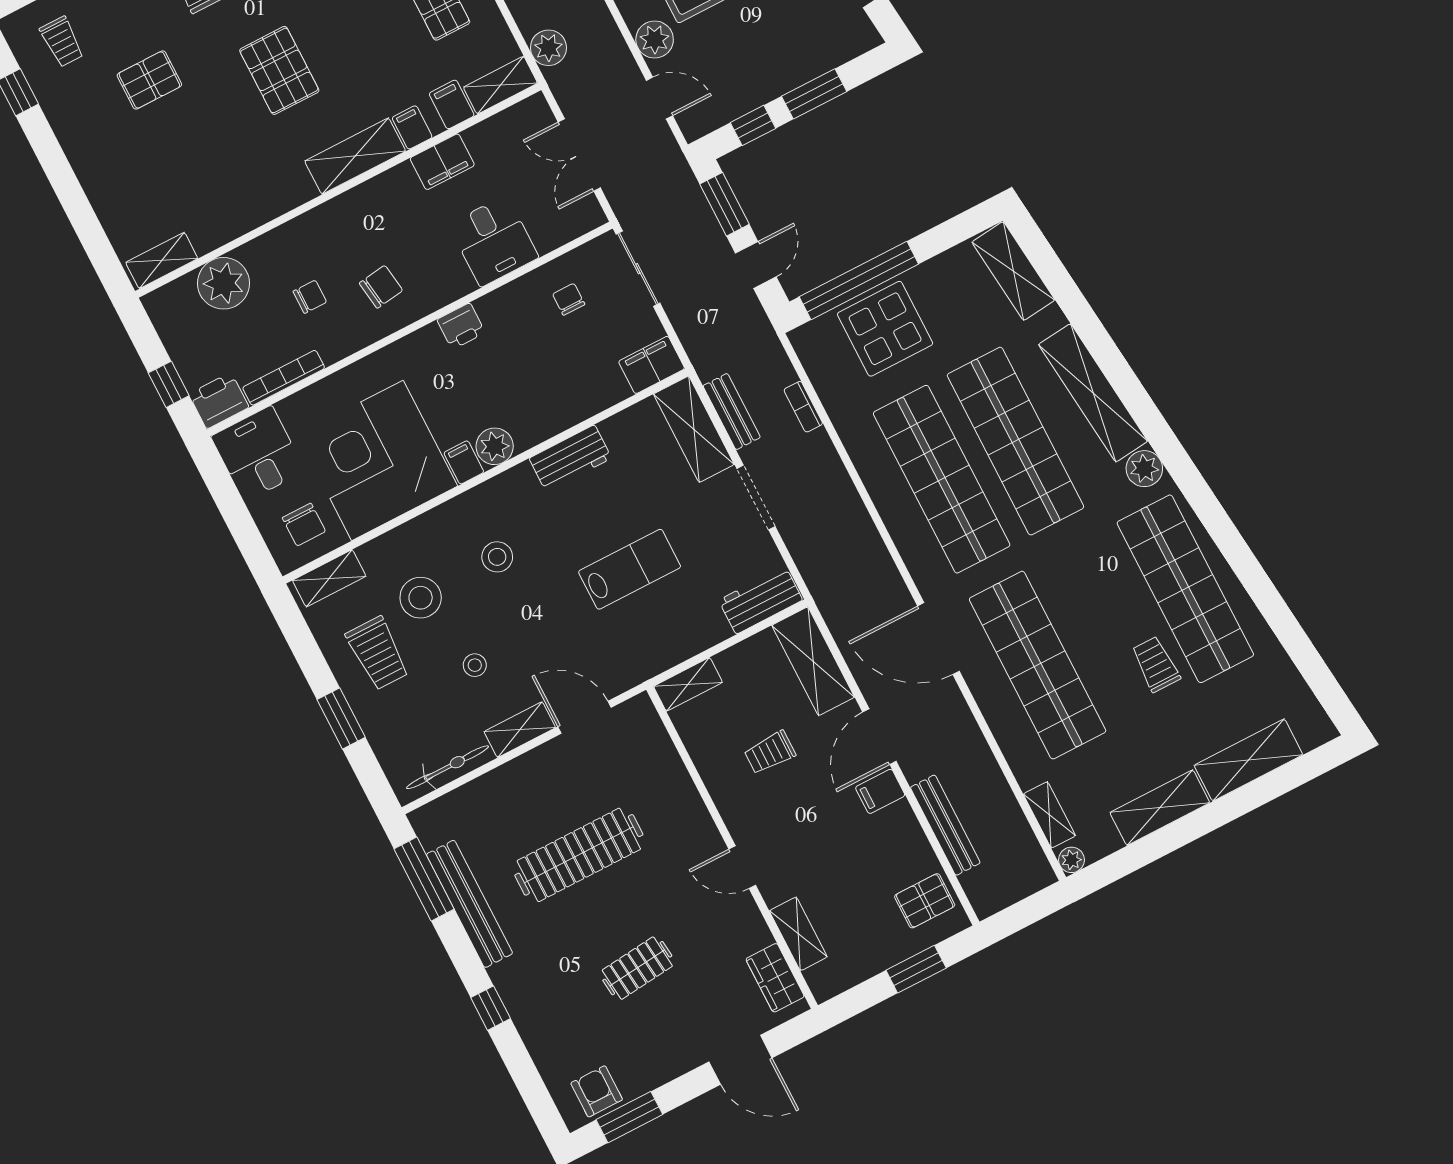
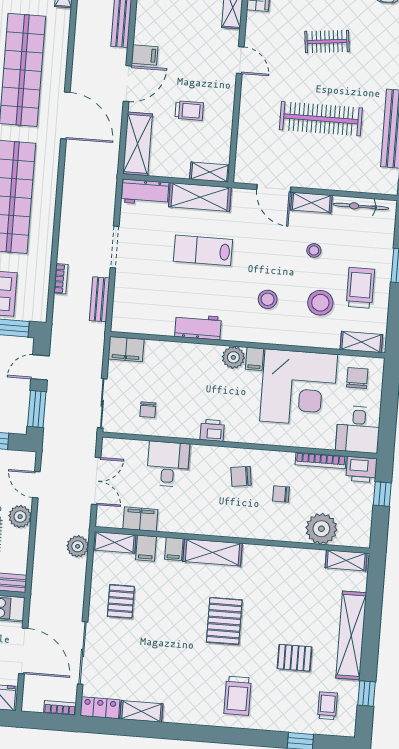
shelving: (90, 160) -> (351, 635), added
filing cabinet: (442, 162) -> (140, 519), moved
shelving: (694, 429) -> (200, 197), moved, turned 90

